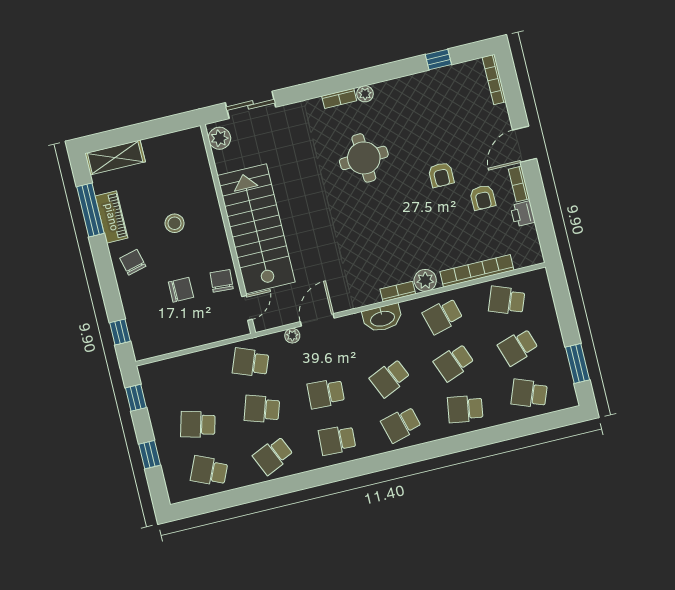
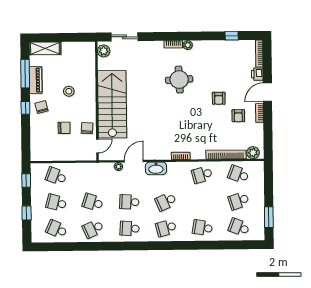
printer: (523, 214) -> (257, 74), moved
plant: (425, 280) -> (253, 153), moved
washbasin: (382, 318) -> (156, 168), moved
window: (120, 332) -> (25, 108), moved
school desk: (251, 362) -> (56, 176), moved
school desk: (454, 363) -> (202, 201), removed

